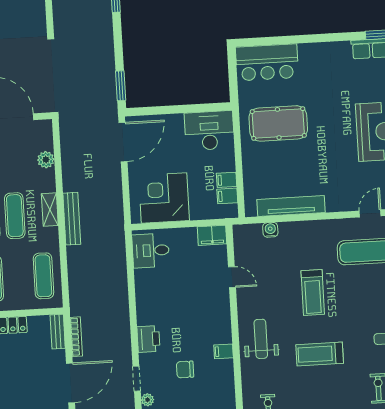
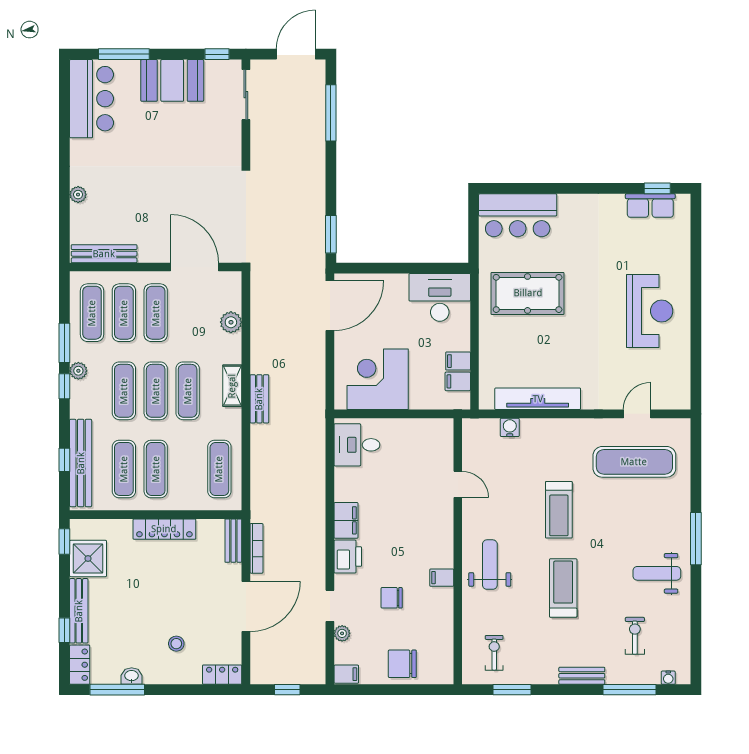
bench: (72, 219) -> (259, 399), width x0.73
filing cabinet: (212, 235) -> (346, 520), moved, turned -90
treadmill: (320, 354) -> (563, 588), turned 90

